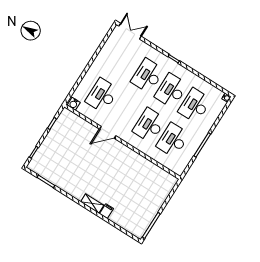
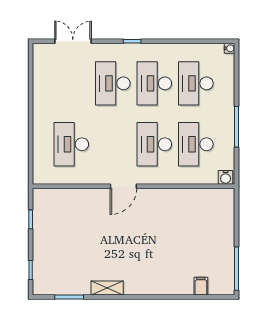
double door: (130, 31) -> (73, 41), moved
water cooler: (74, 104) -> (226, 177), moved
door: (108, 132) -> (123, 186), moved
shelving: (92, 204) -> (107, 288), moved
filing cabinet: (107, 211) -> (201, 286), moved

